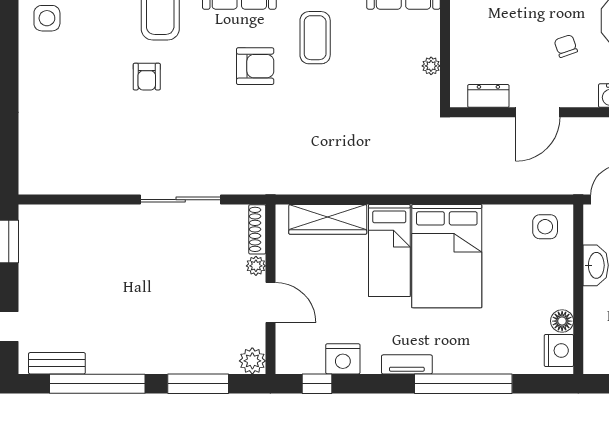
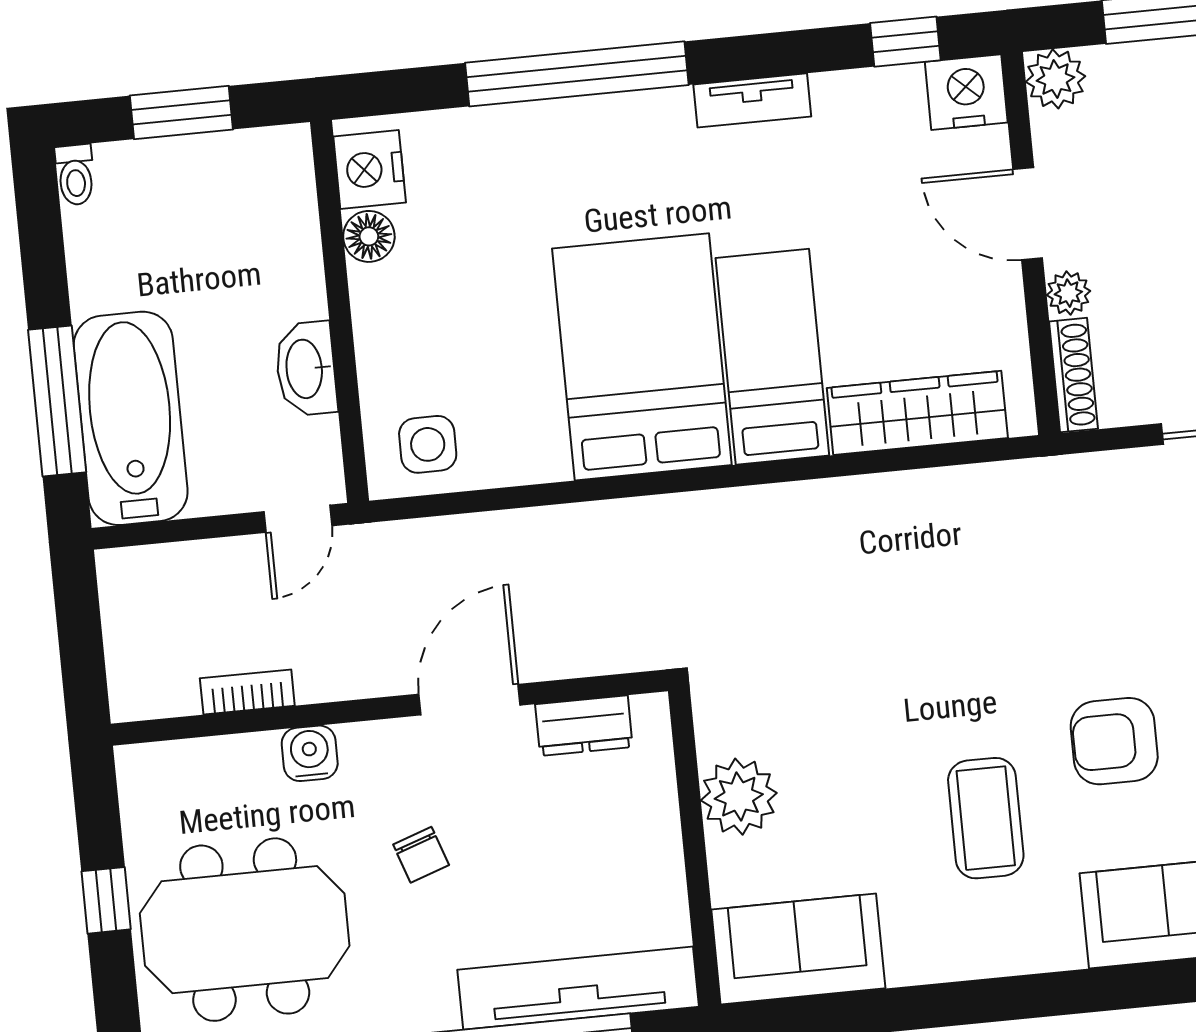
plant: (431, 66) -> (739, 797), width x1.88, depth x1.88
nightstand: (343, 359) -> (966, 92), moved
tv unit: (407, 364) -> (752, 100), moved

